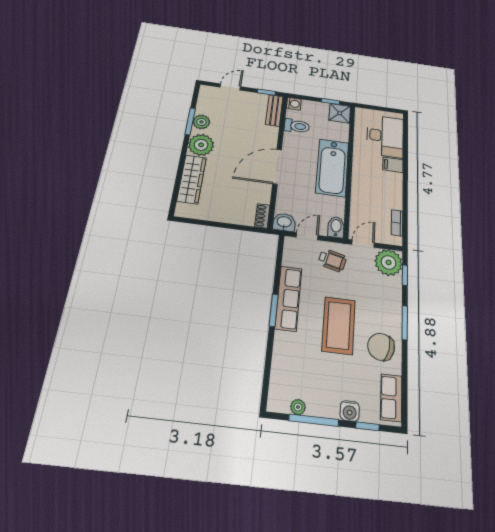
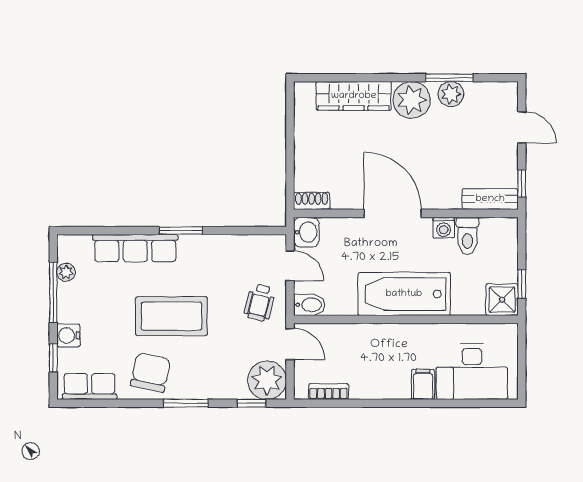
washing machine: (294, 104) -> (444, 228), moved
row of seats: (288, 298) -> (135, 248), moved

